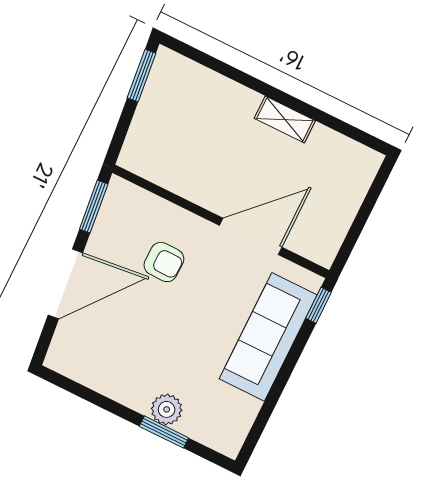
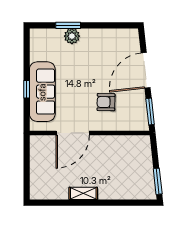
window: (318, 305) -> (27, 89), moved

